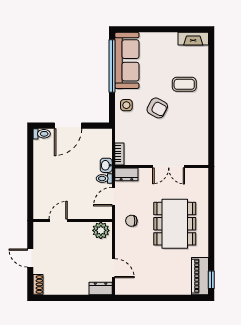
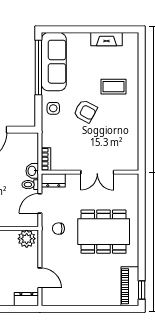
fireplace: (193, 39) -> (106, 39), moved
dining table: (175, 224) -> (104, 232), turned 90

